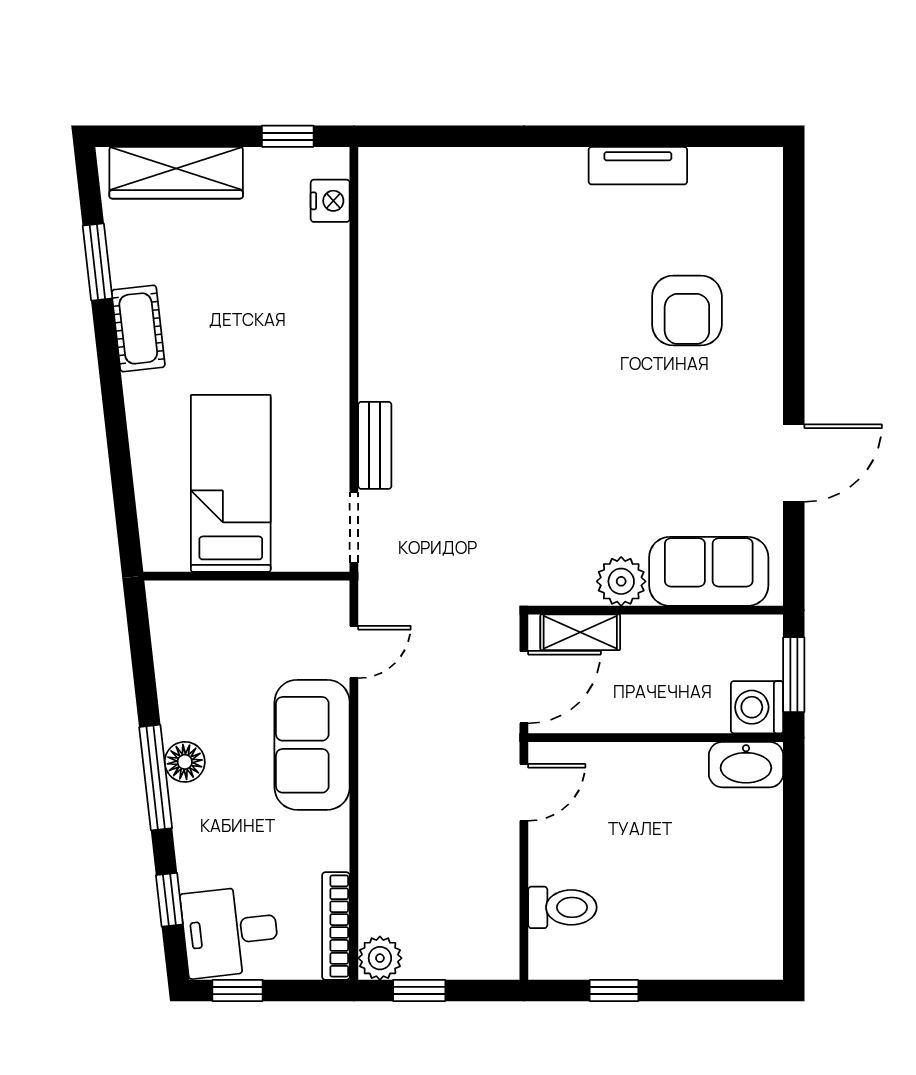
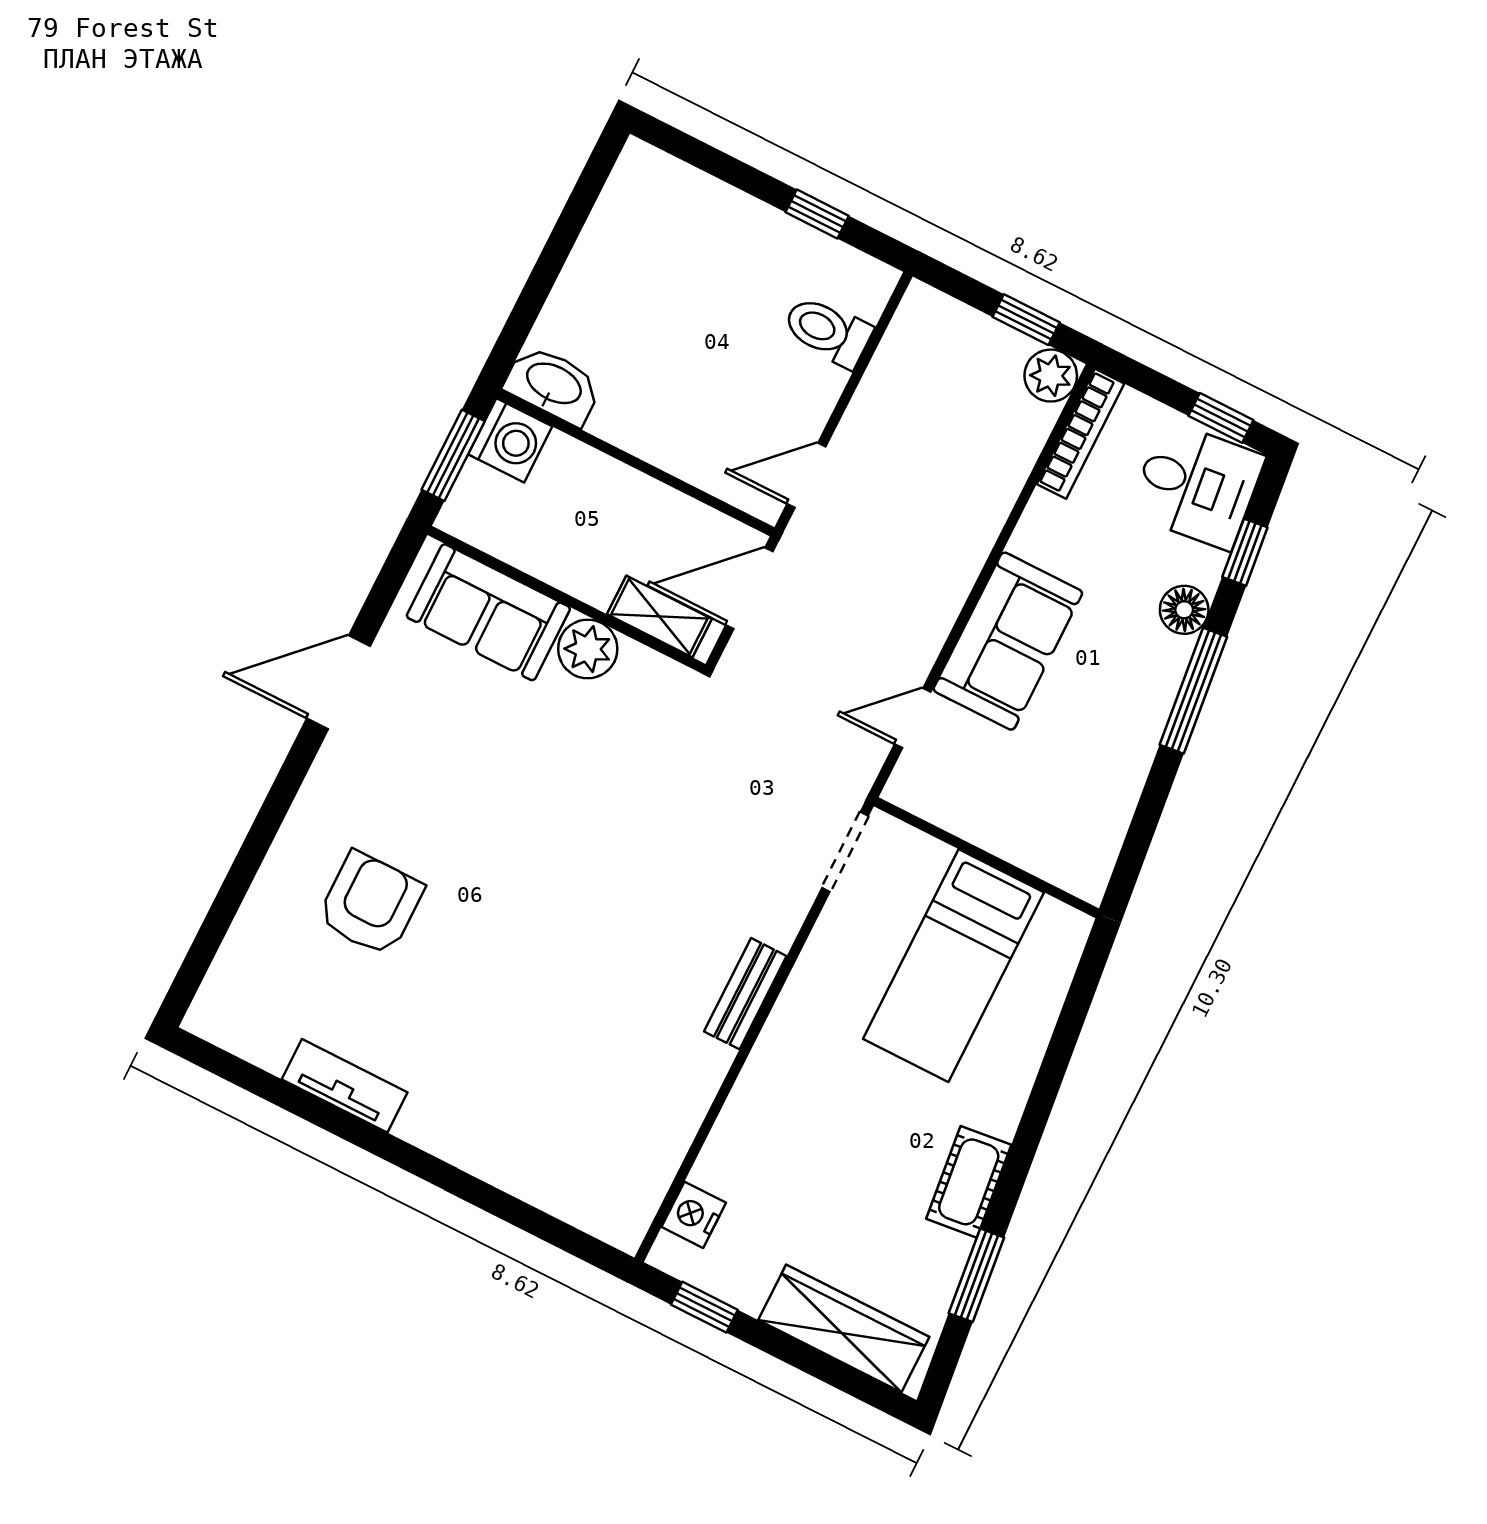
bench: (375, 445) -> (745, 994), moved
floor lamp: (185, 762) -> (1184, 610), moved

